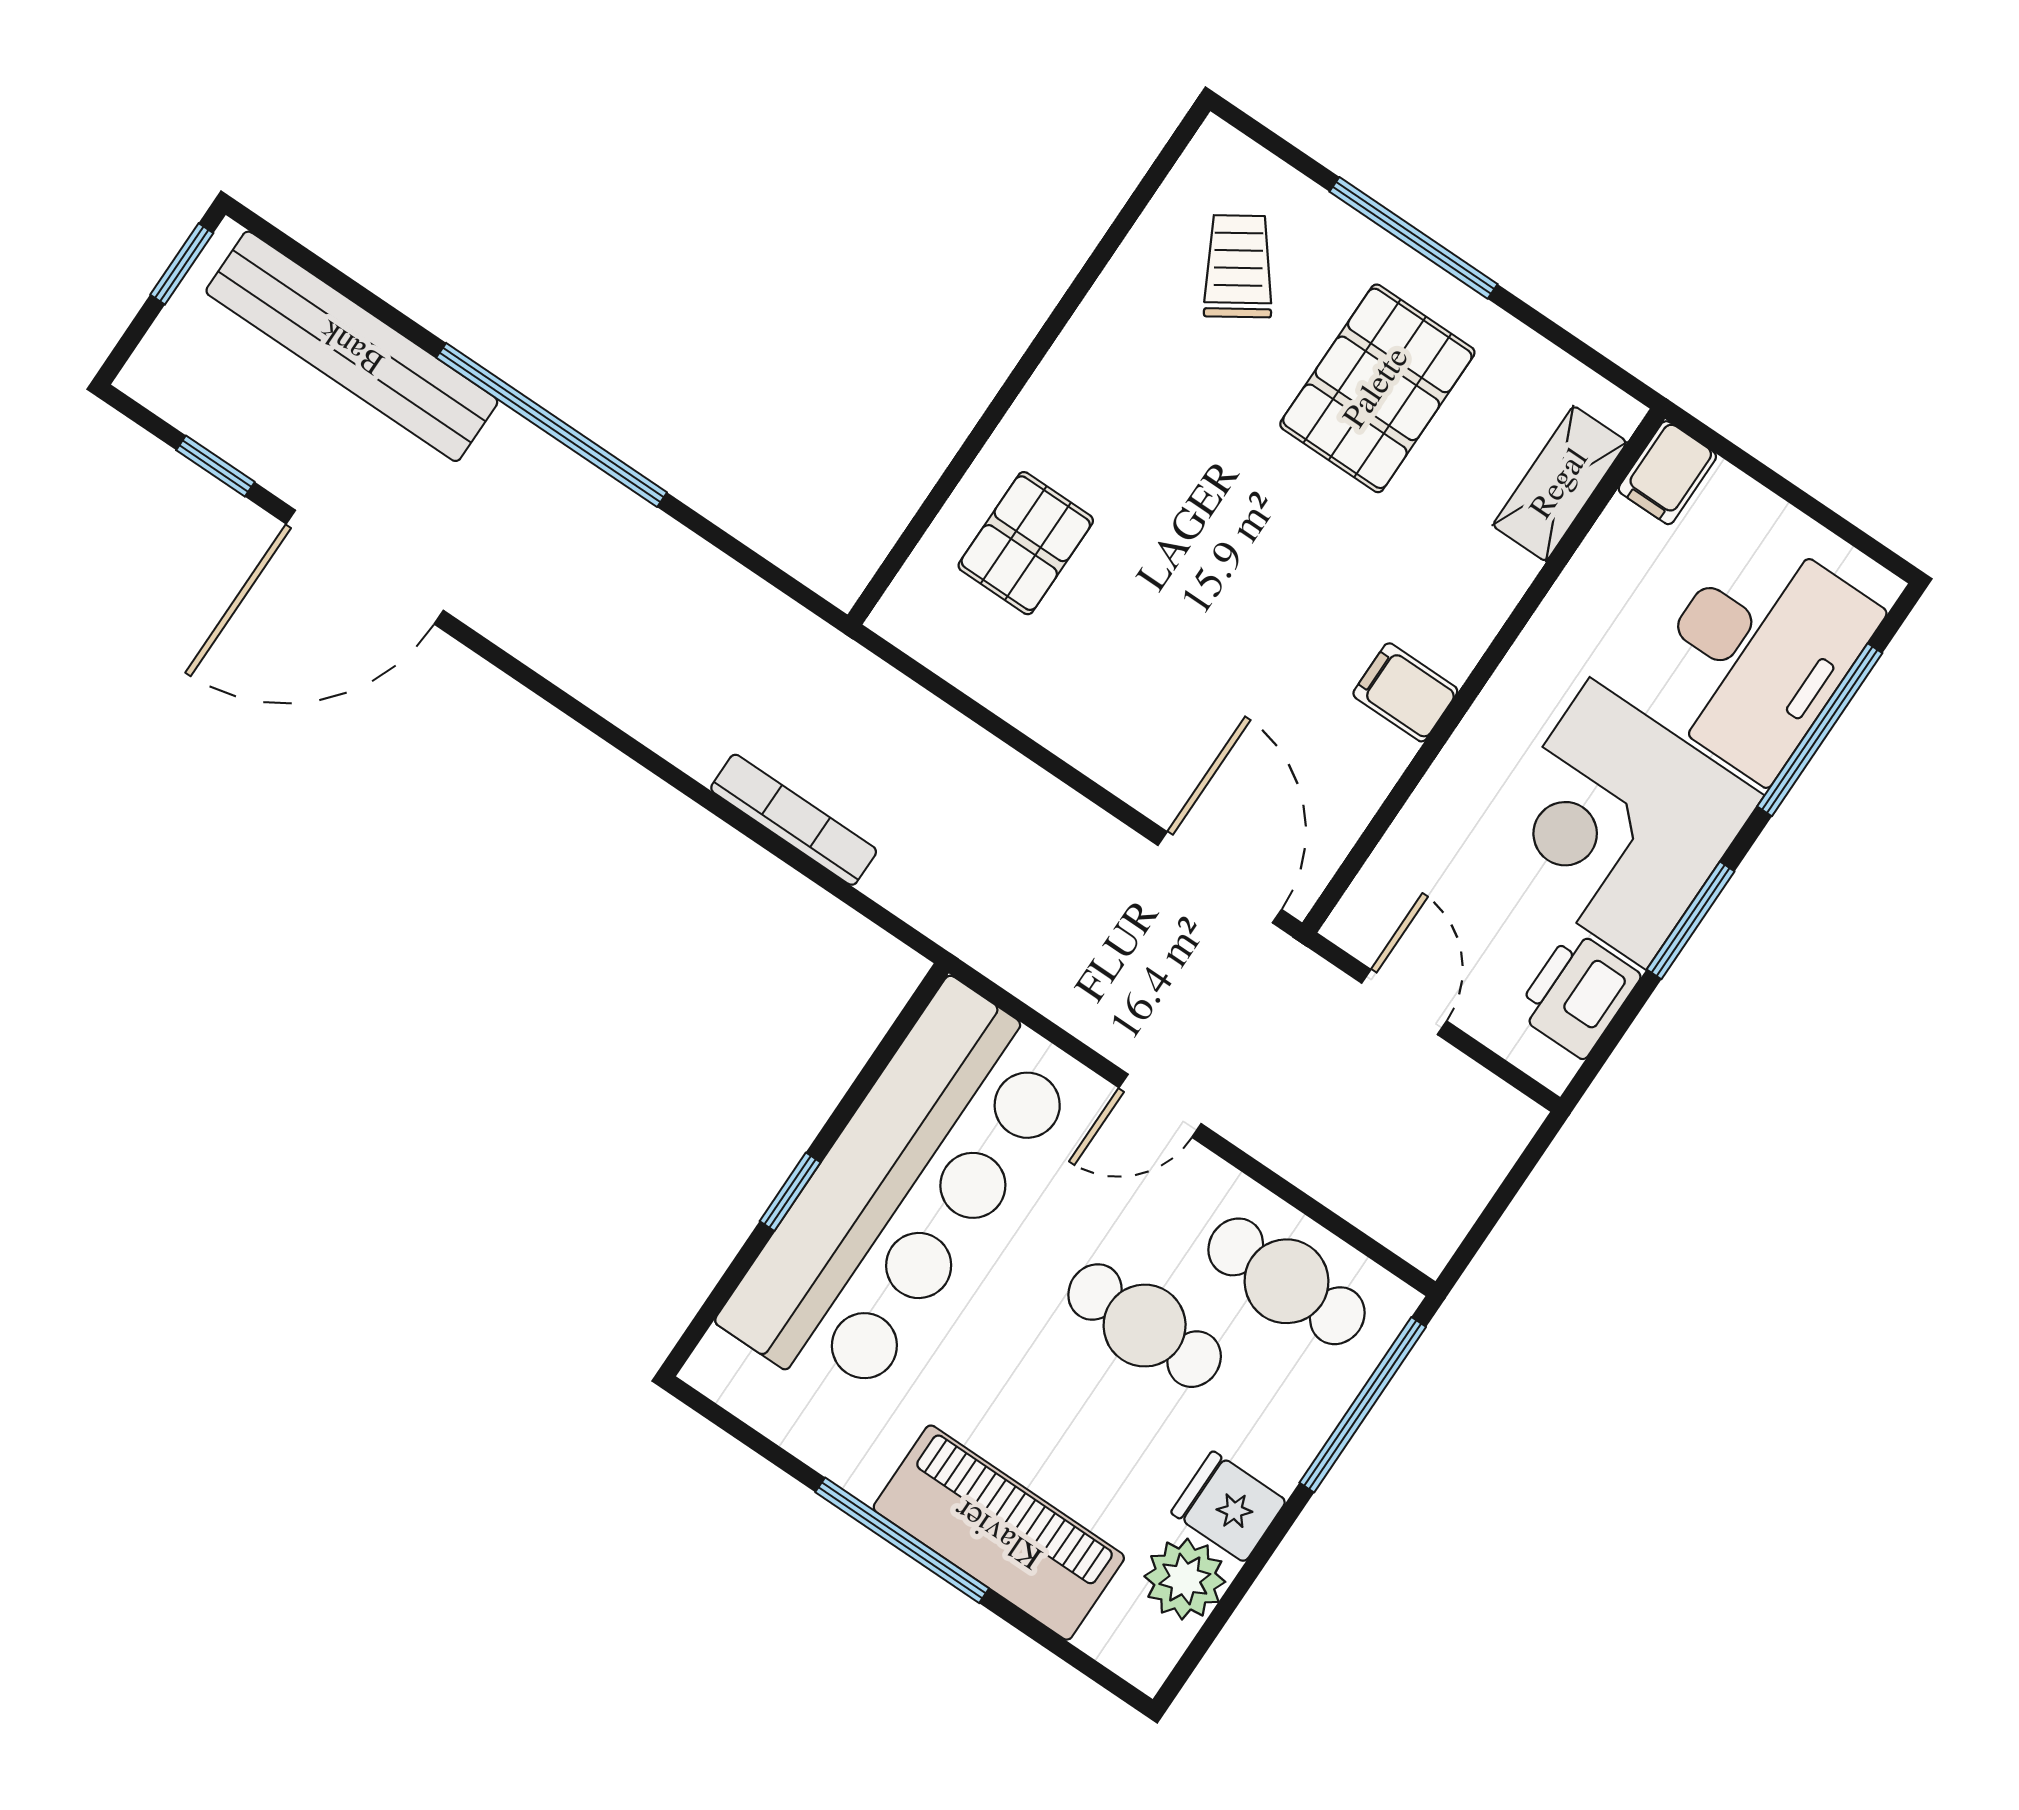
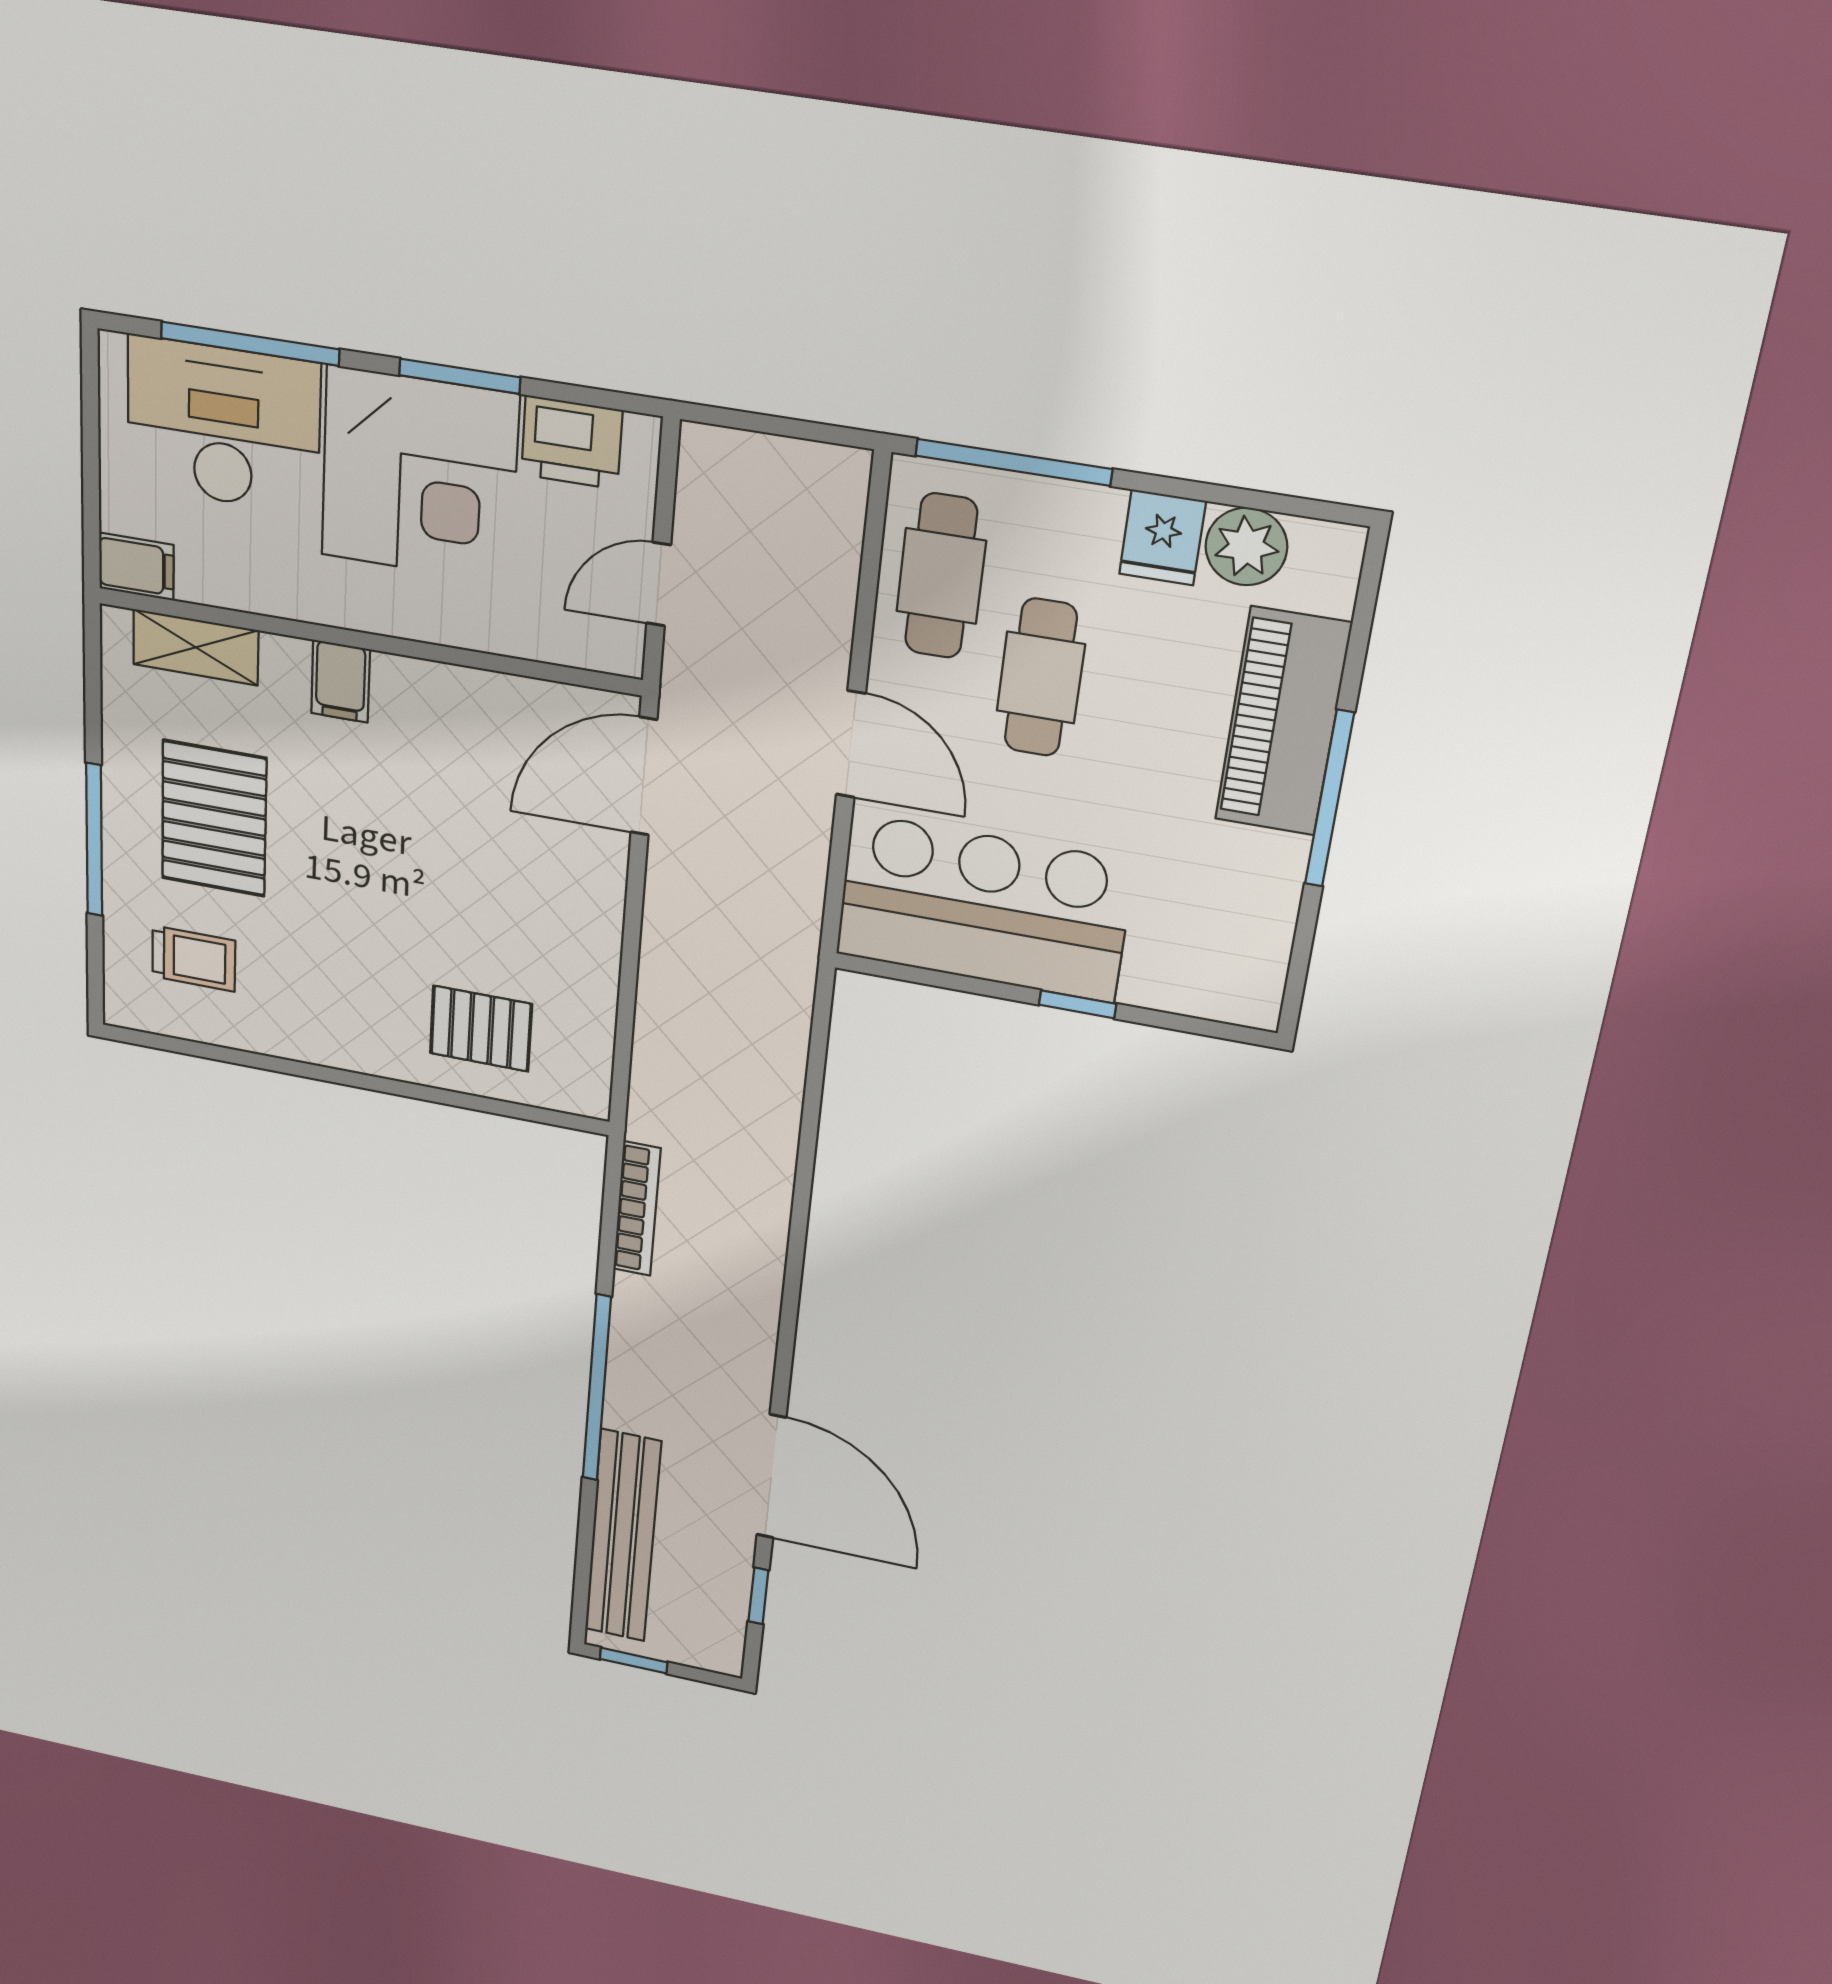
trolley: (1238, 266) -> (194, 959), turned -147
pallet: (1377, 388) -> (214, 819), turned 90
filing cabinet: (1405, 692) -> (340, 681), moved
bookcase: (794, 820) -> (637, 1209), moved, turned 180
door: (1160, 1106) -> (851, 744), width x1.38
bar counter: (902, 1196) -> (983, 908), width x0.73

